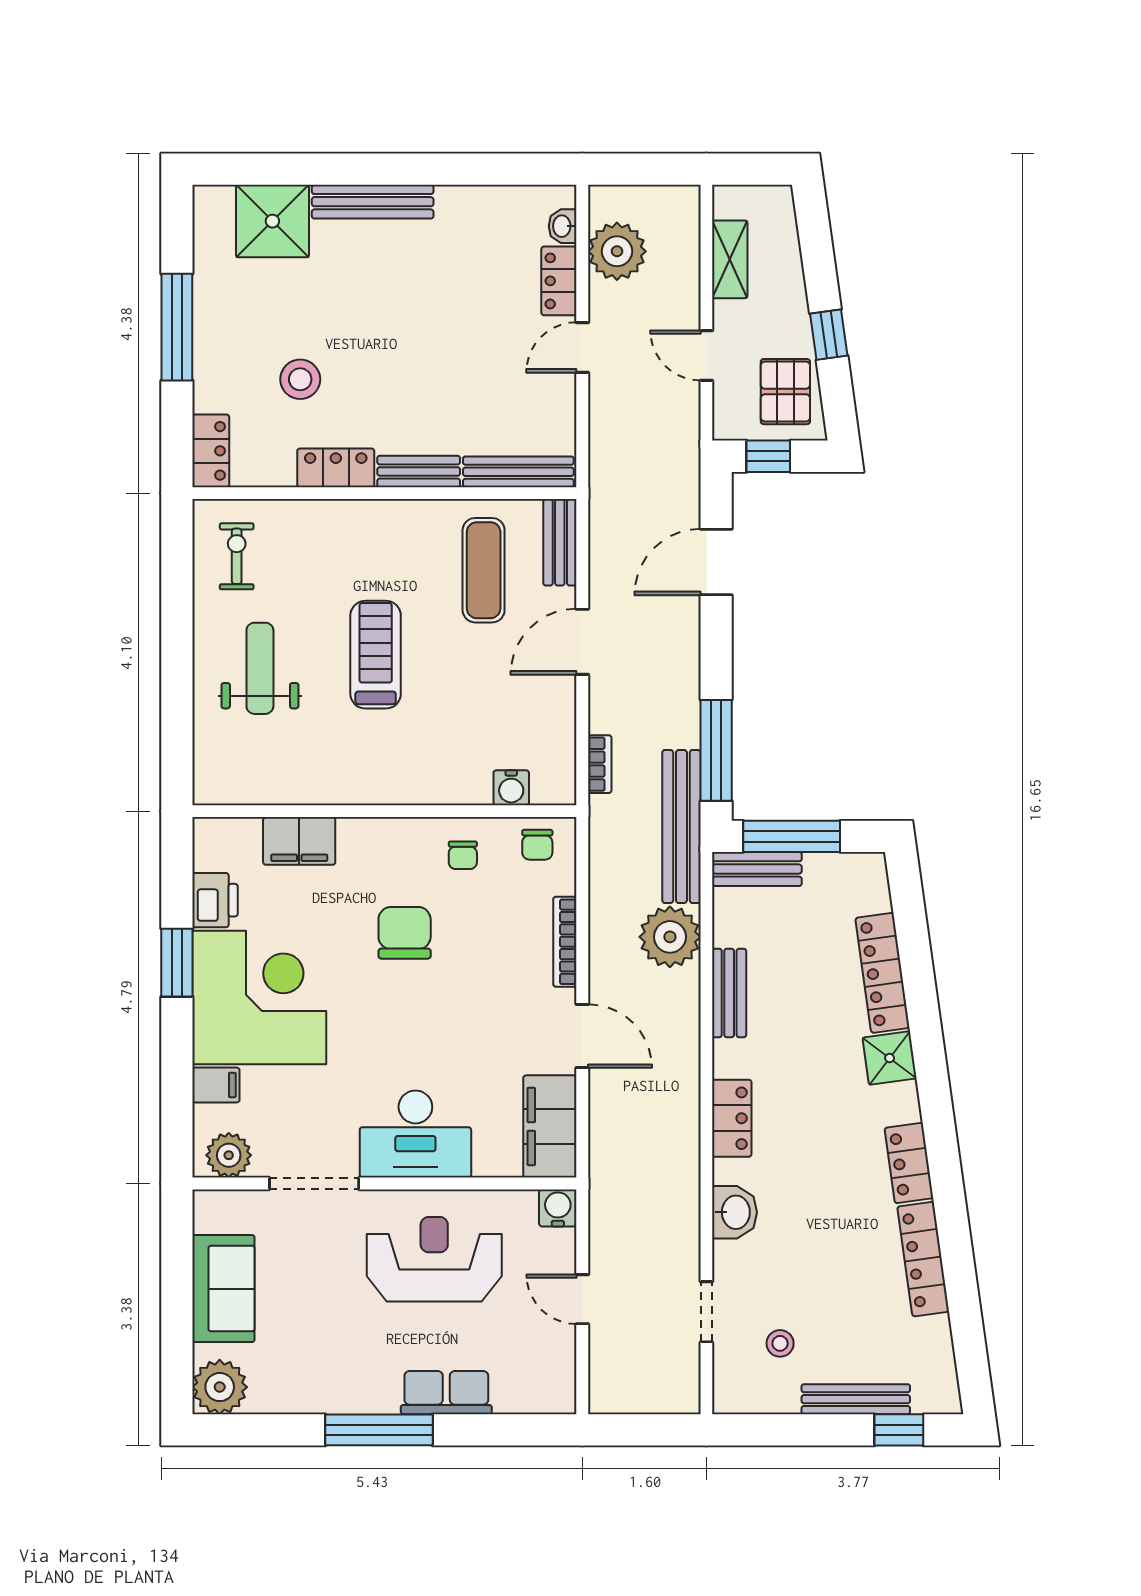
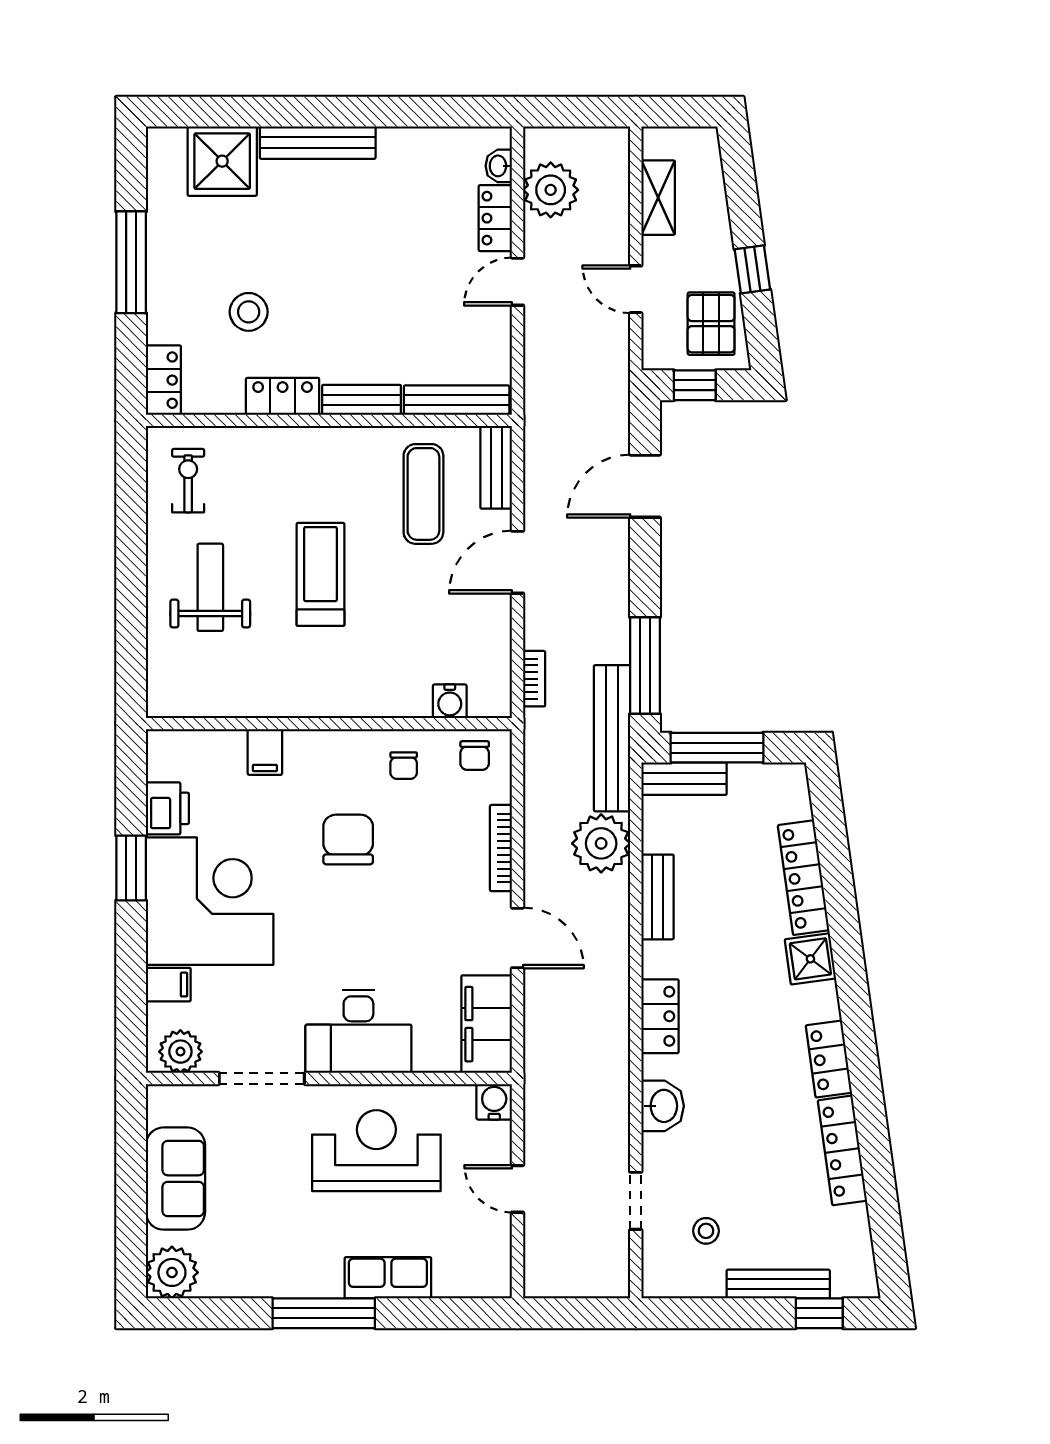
filing cabinet: (299, 841) -> (265, 752), width x0.50

